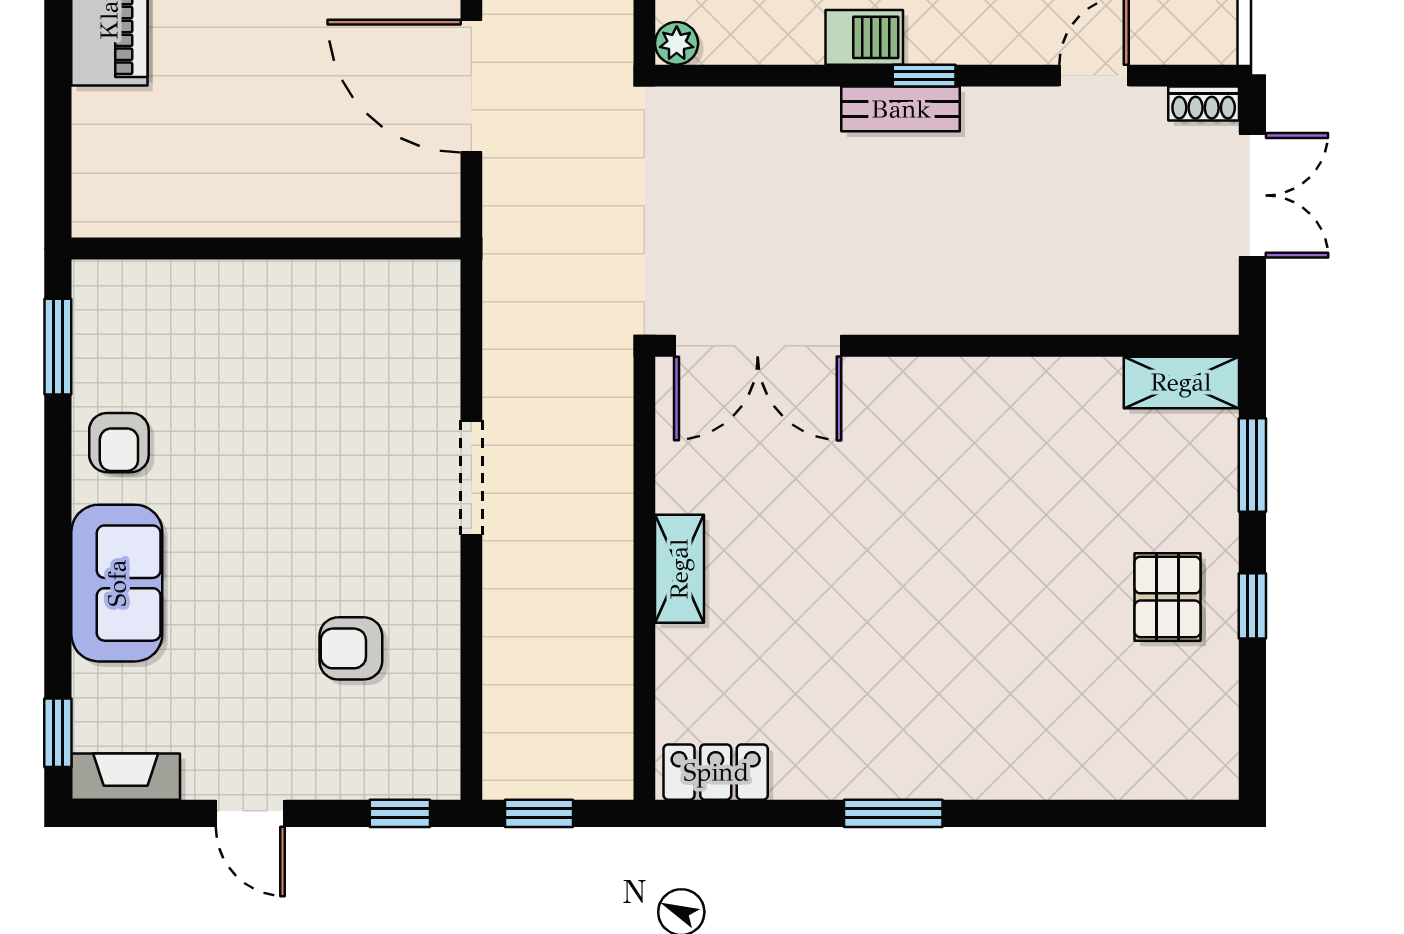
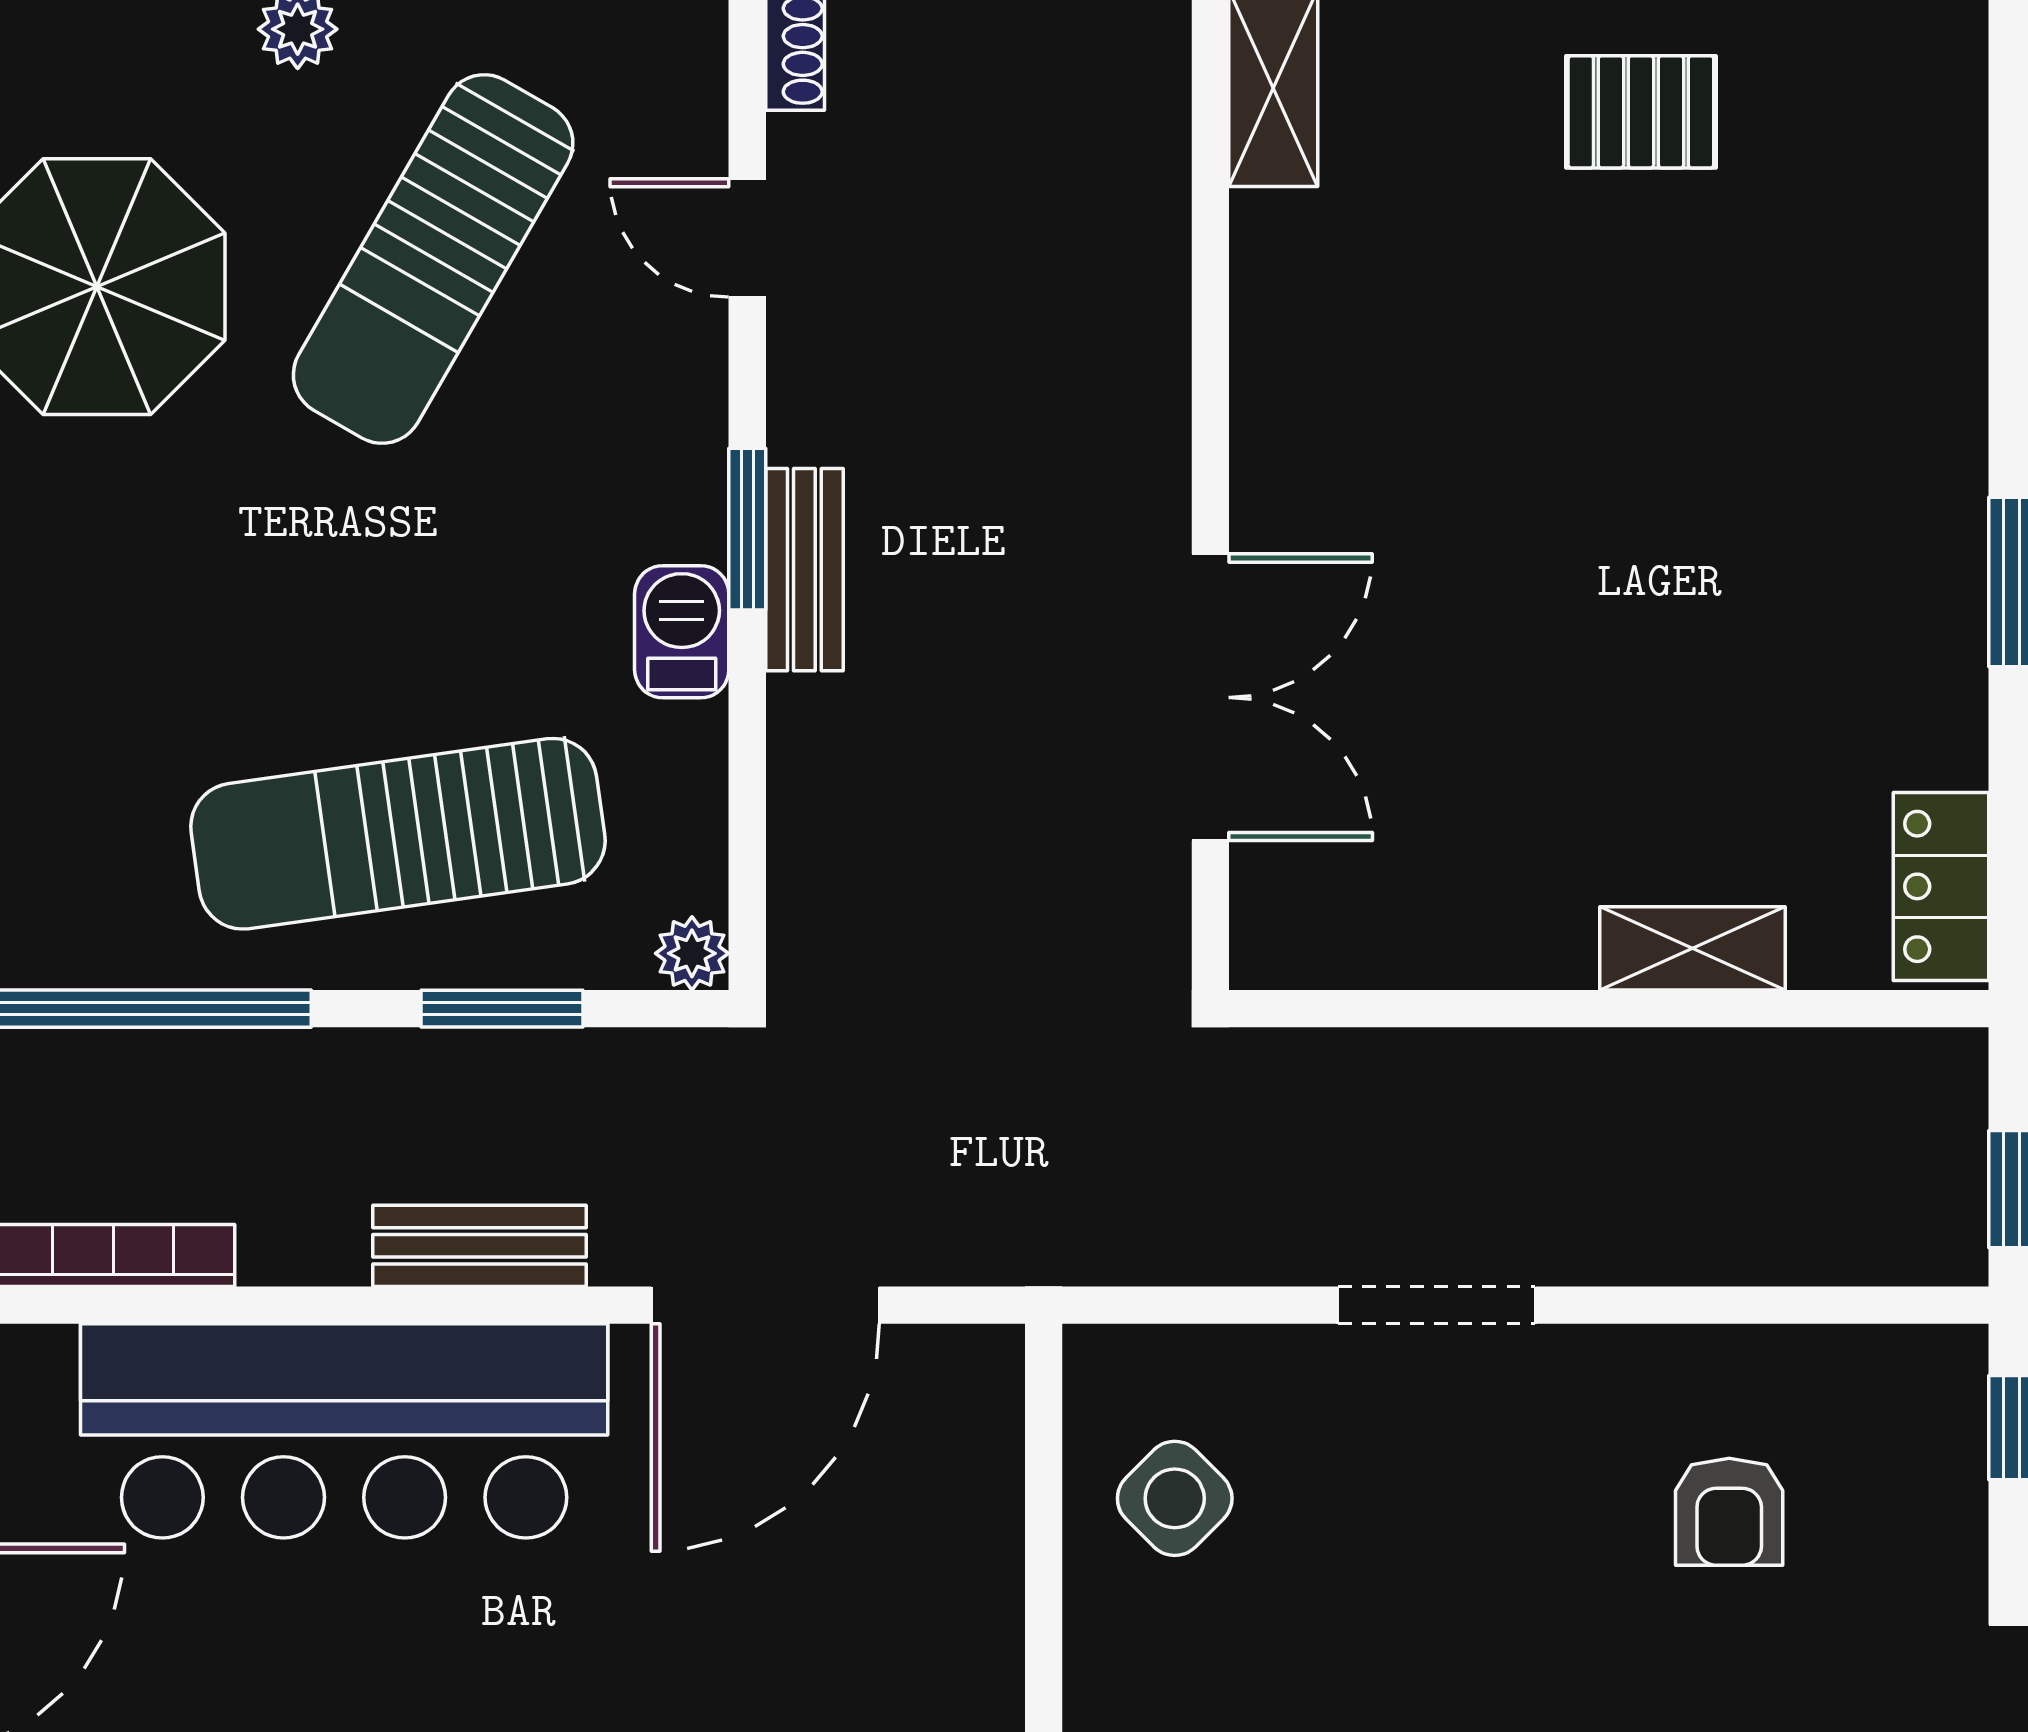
window: (924, 76) -> (747, 529), width x1.50
side table: (359, 325) -> (1175, 1498), added
double door: (758, 346) -> (1210, 697), moved
shelving: (679, 569) -> (1692, 948), moved

